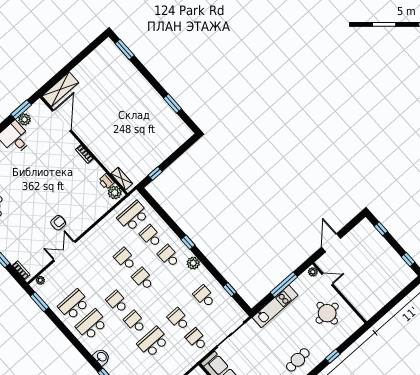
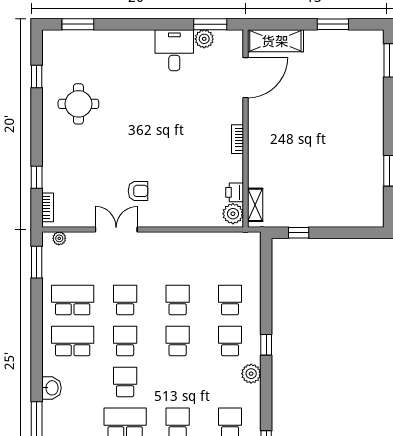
window: (81, 56) -> (333, 24), added
school desk: (133, 216) -> (125, 300), moved, width x0.54

